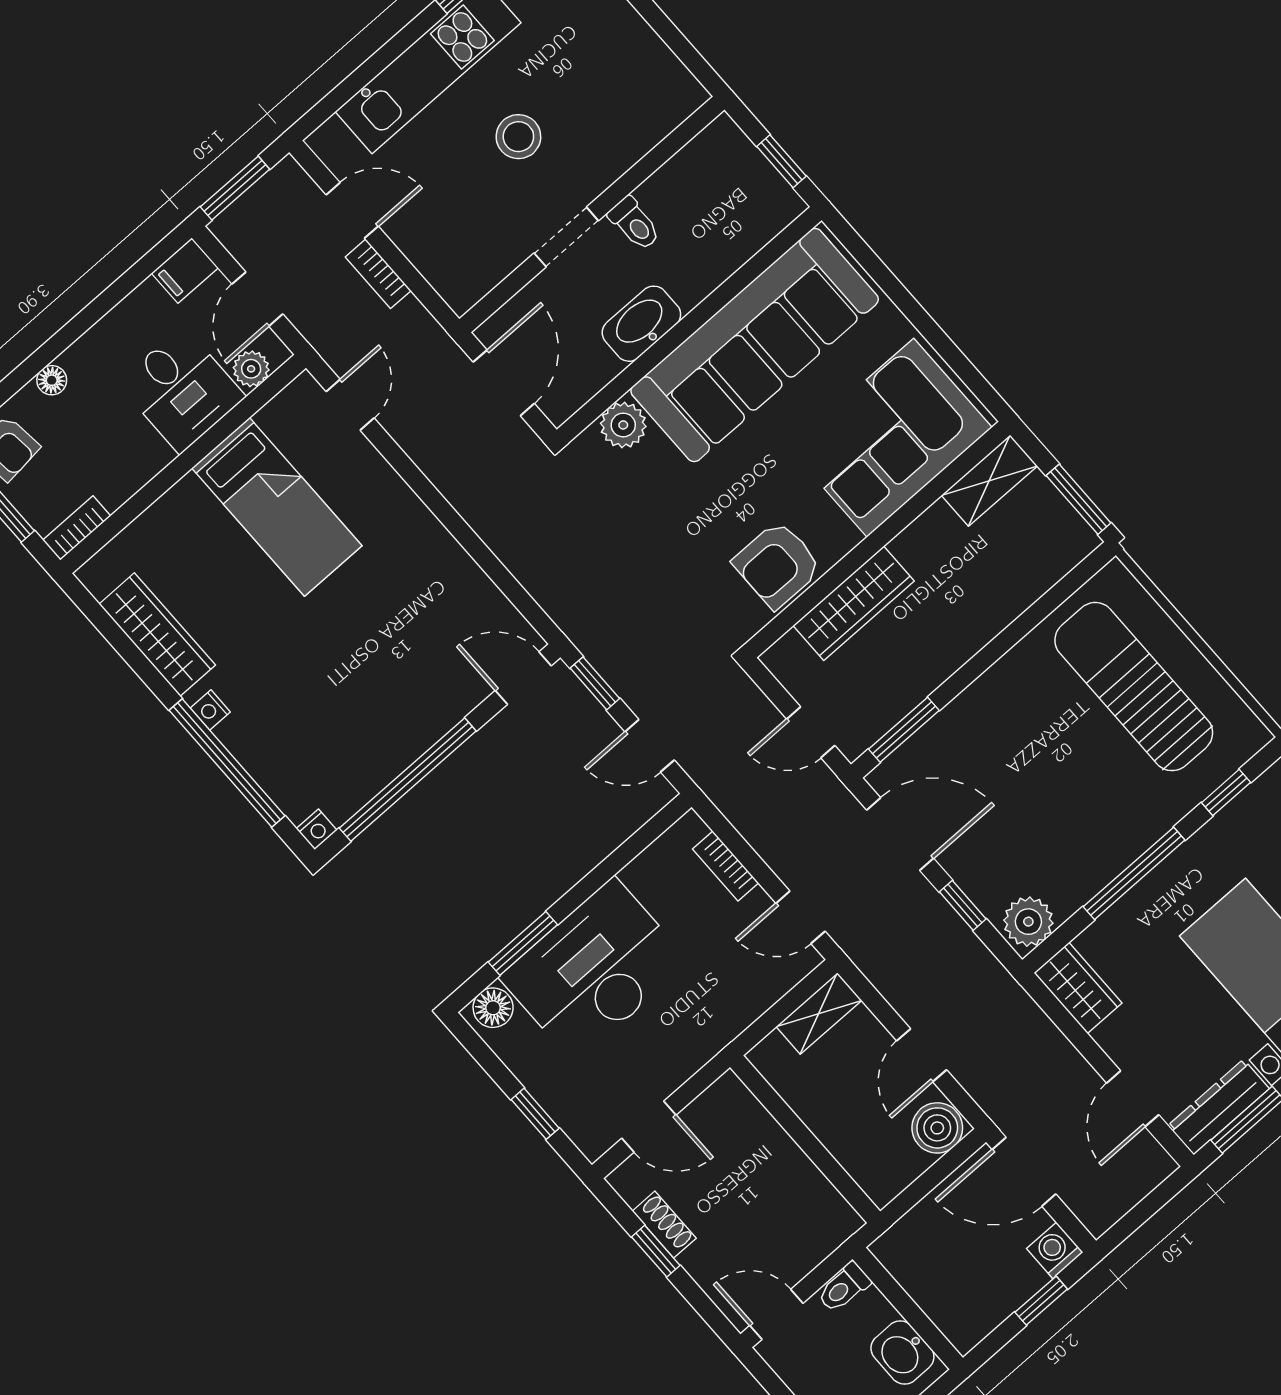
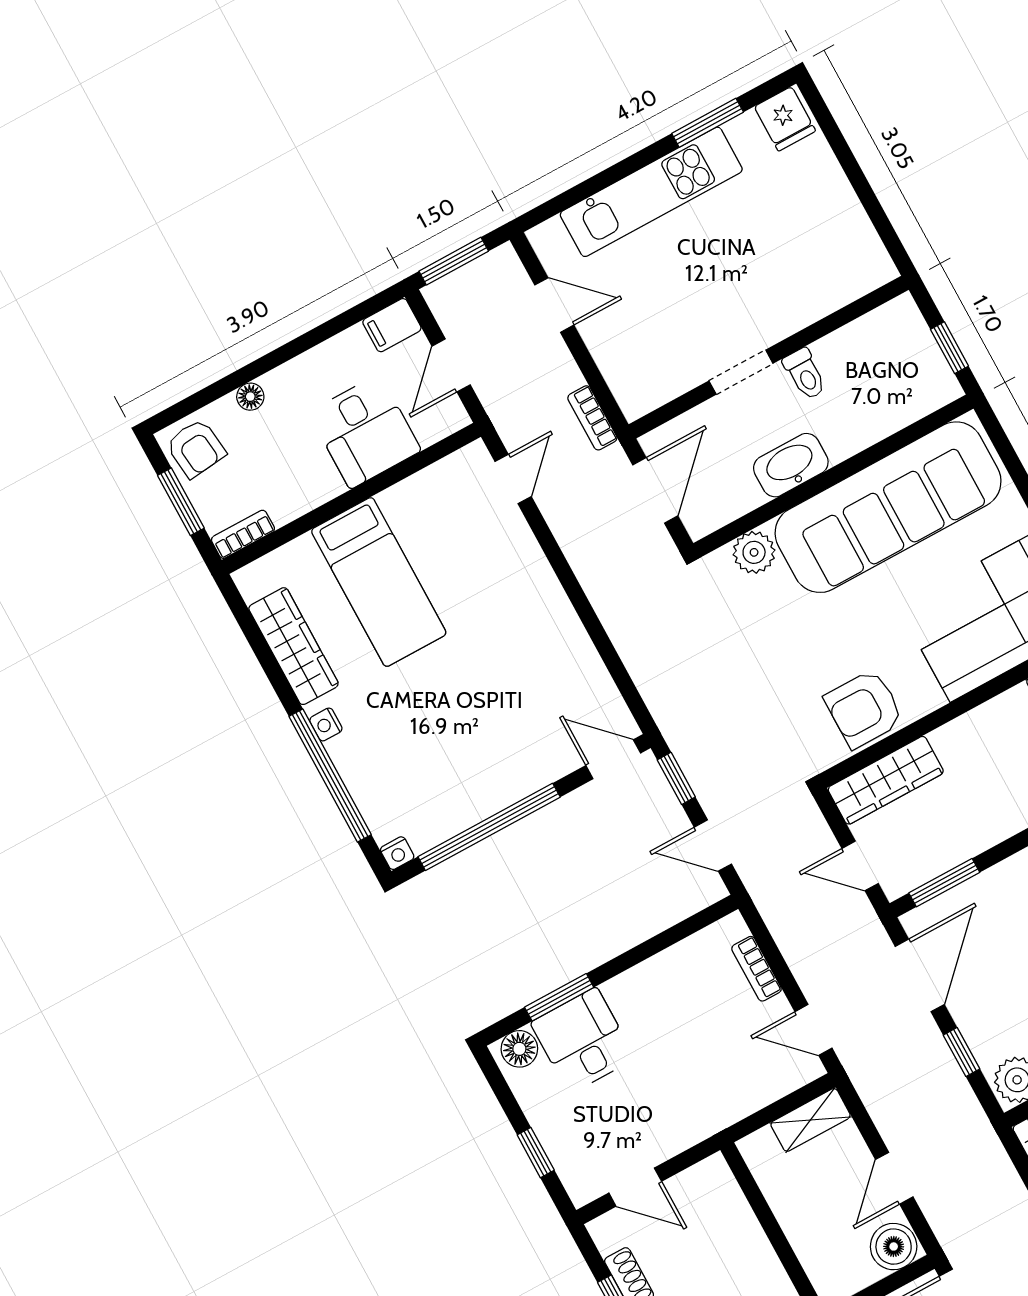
stool: (518, 137) -> (718, 272), removed
bookcase: (378, 274) -> (592, 418), moved
plant: (251, 369) -> (432, 427), removed
bed: (277, 507) -> (379, 582), moved
wardrobe: (854, 603) -> (886, 780), moved
door: (900, 834) -> (920, 975), hinge flipped
desk: (594, 970) -> (583, 1040), width x0.53, depth x0.77

